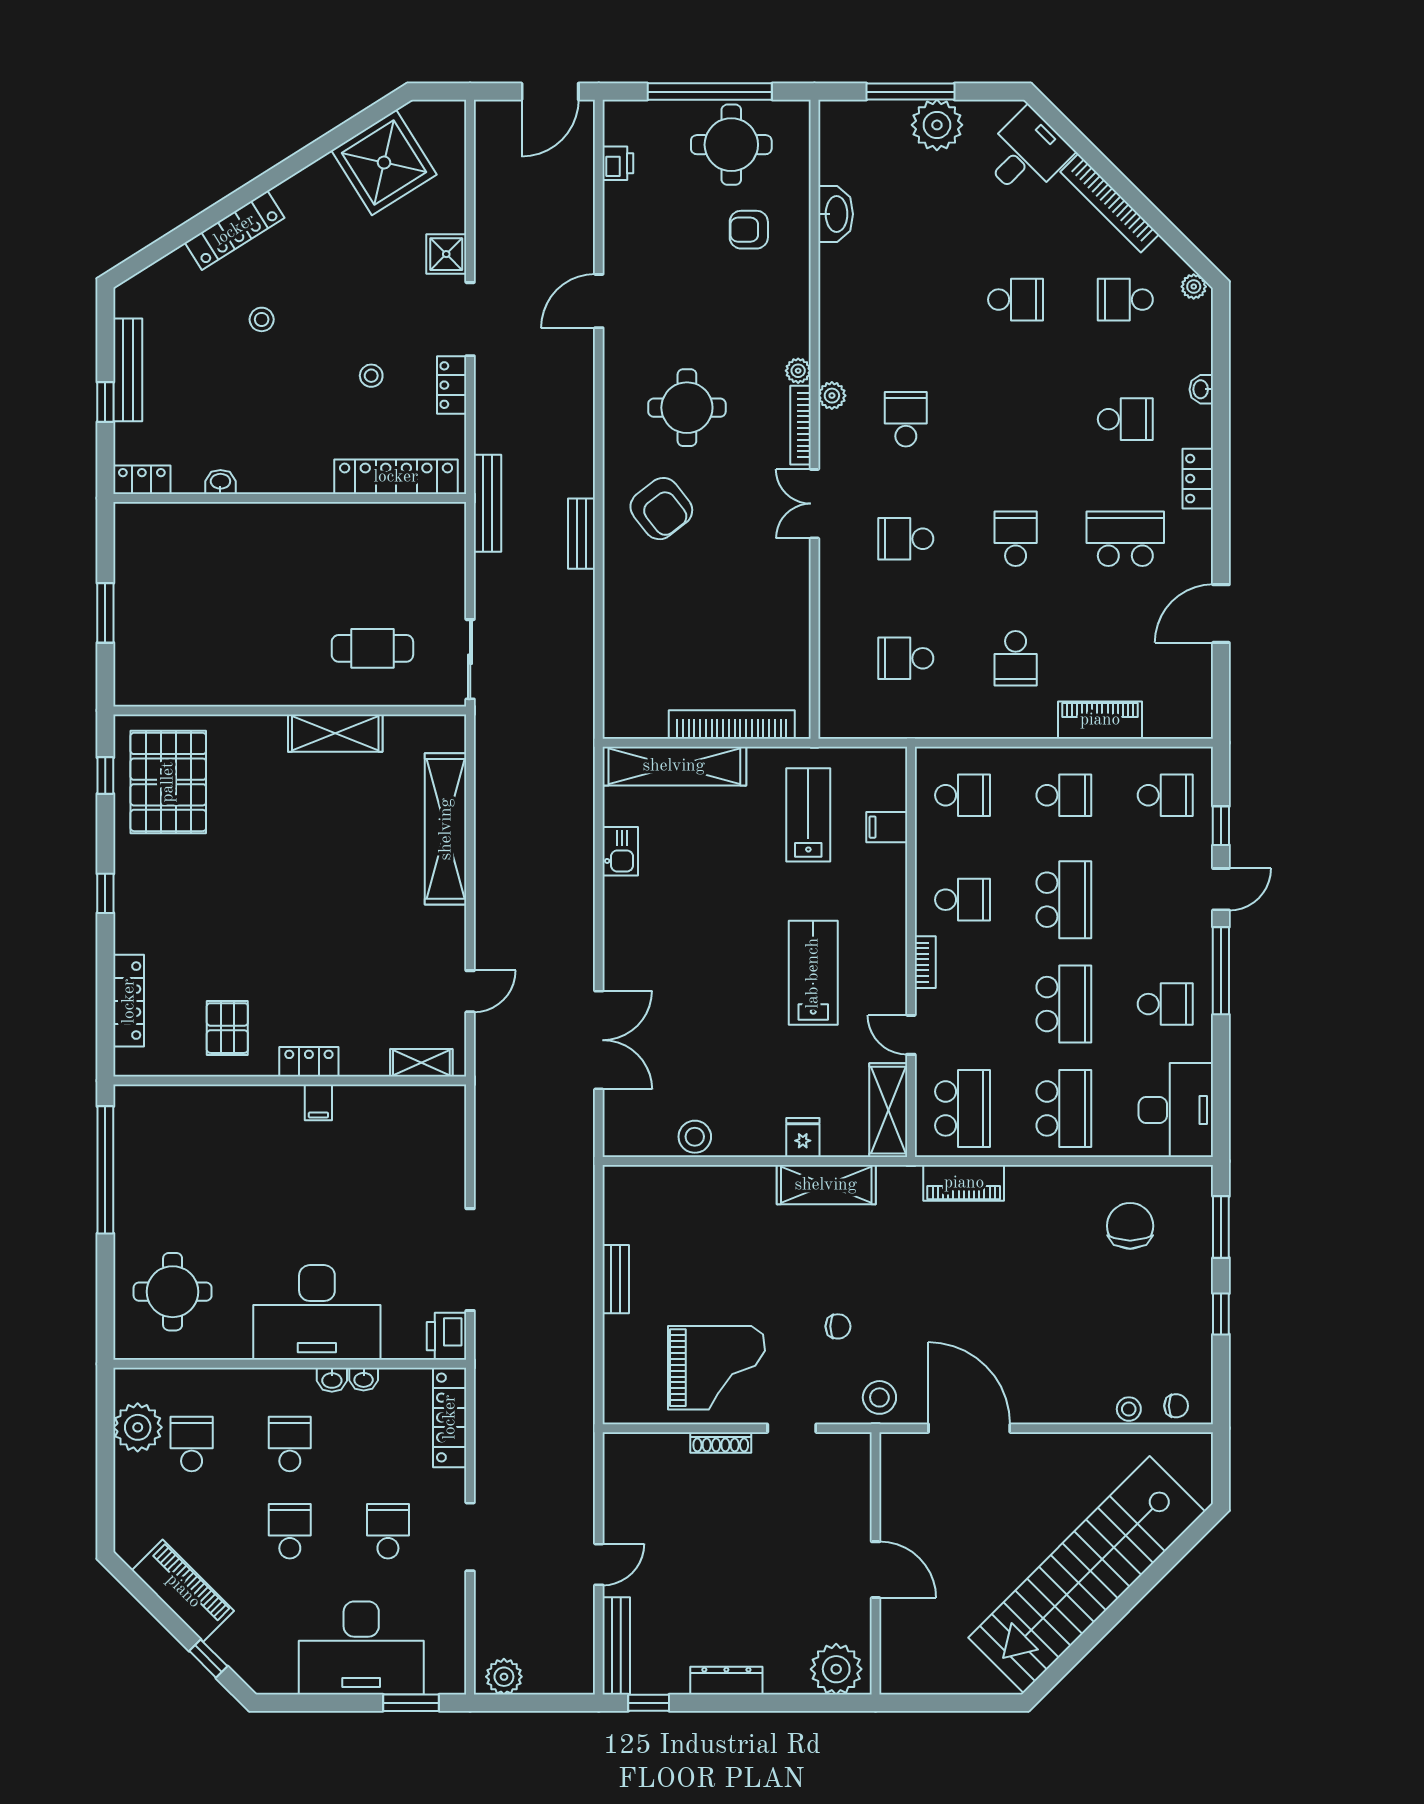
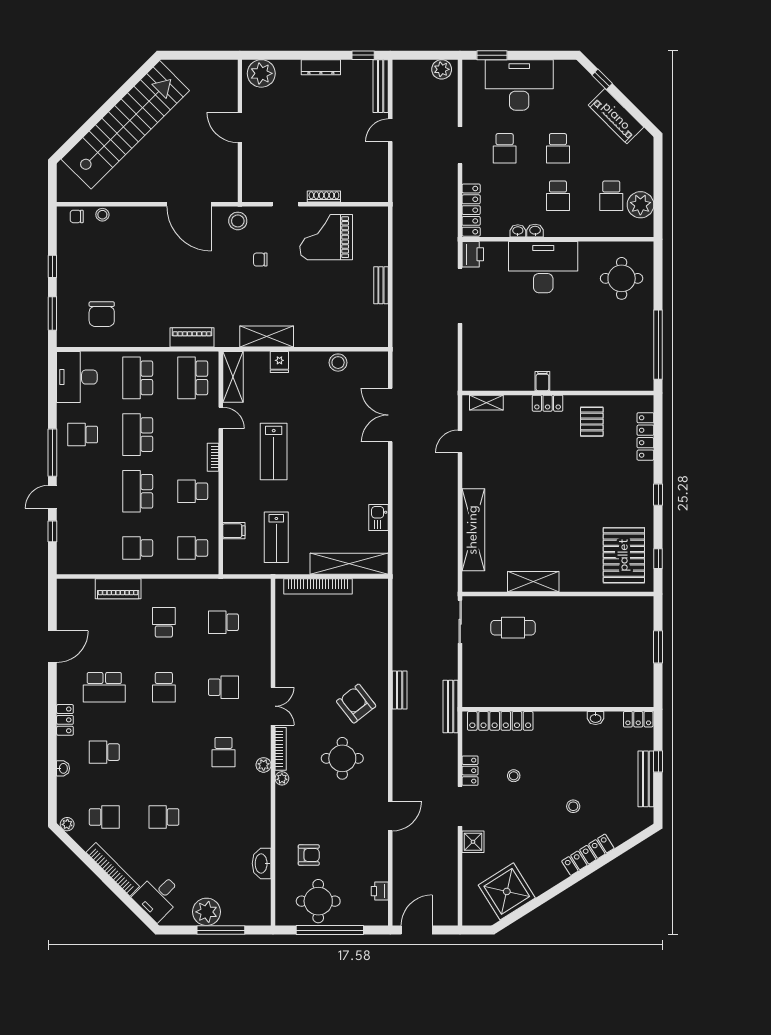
school desk: (906, 658) -> (223, 622), turned 180
school desk: (1165, 795) -> (83, 548), removed

